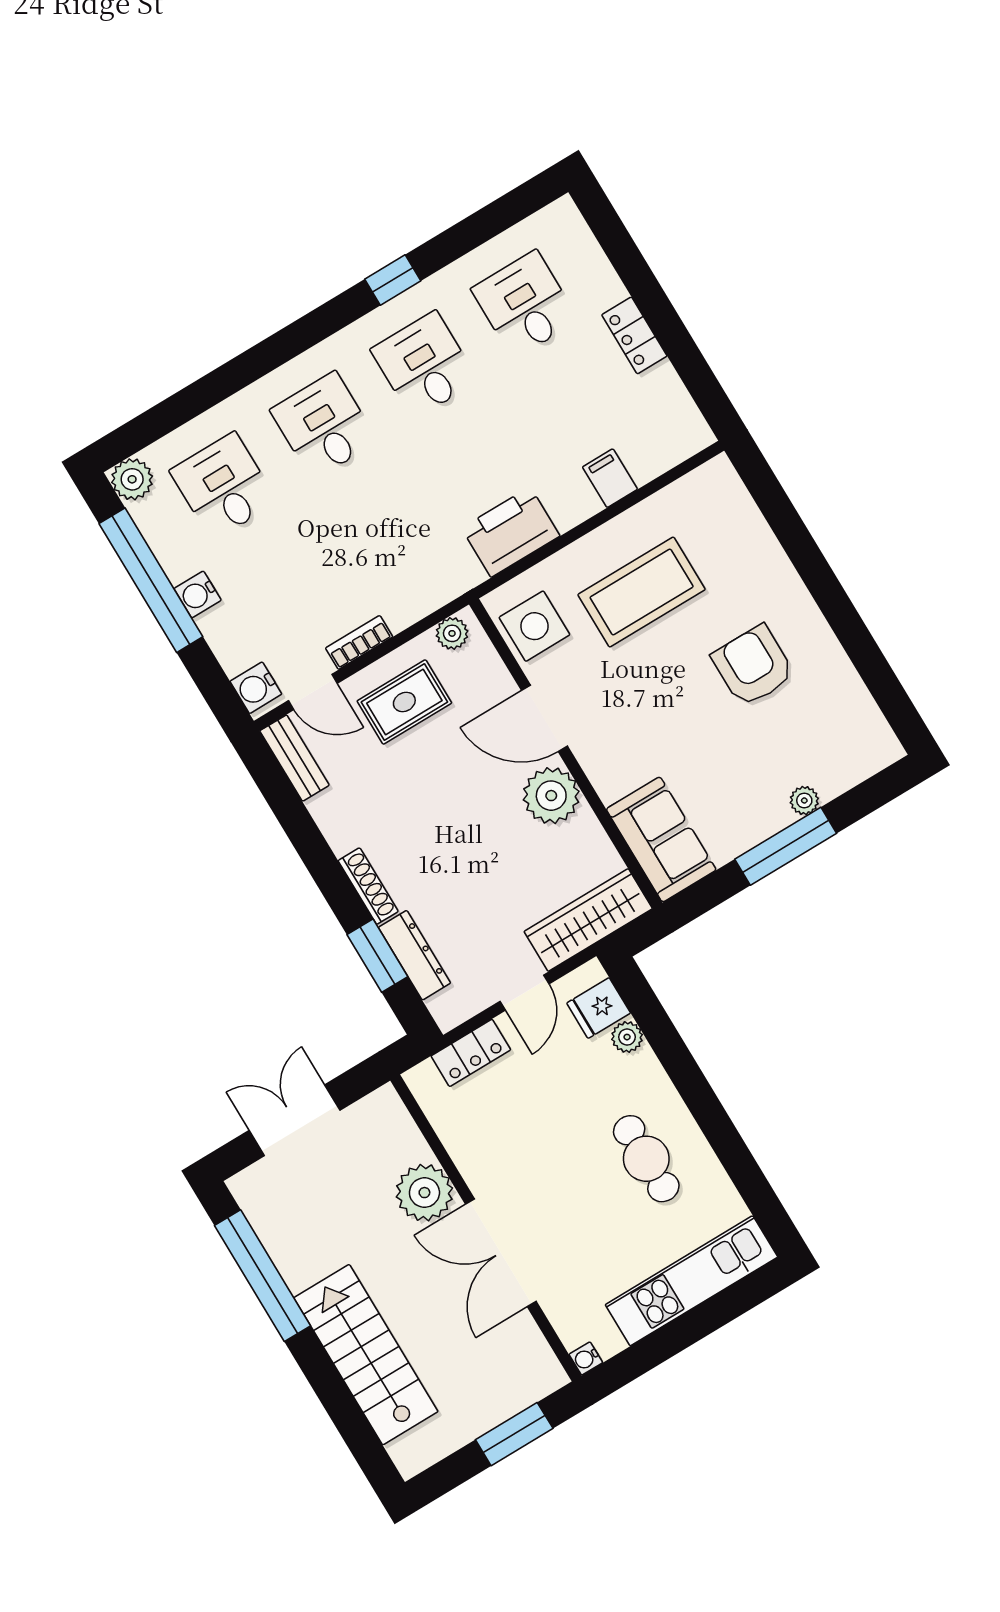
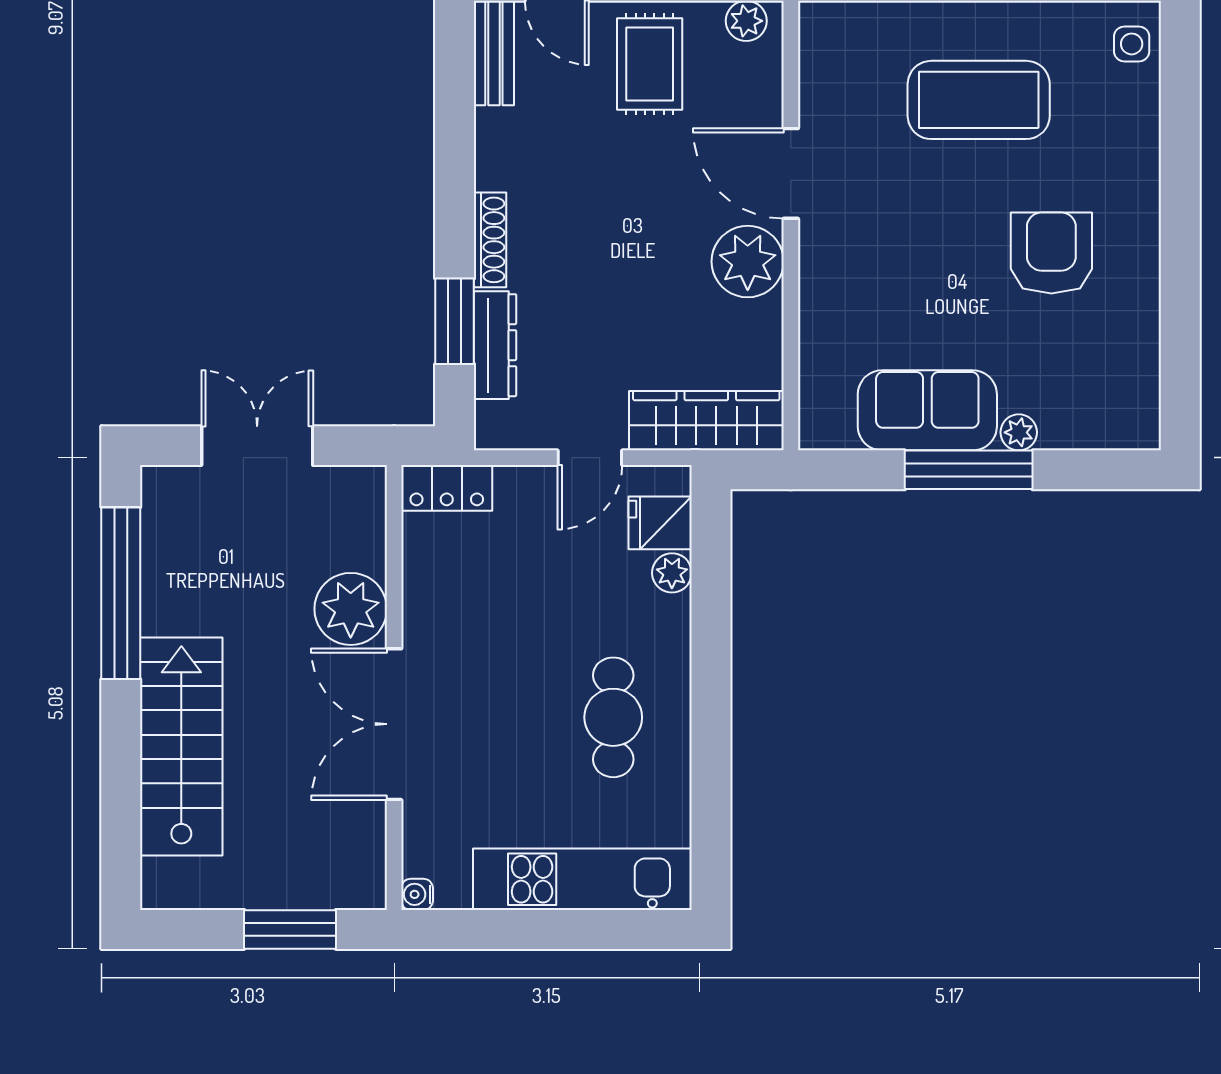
side table: (534, 626) -> (1132, 44), moved, width x0.54, depth x0.54
rug: (404, 702) -> (650, 64), turned 90
sofa: (661, 839) -> (927, 410), moved, turned -90
locker: (471, 1053) -> (447, 488), moved

